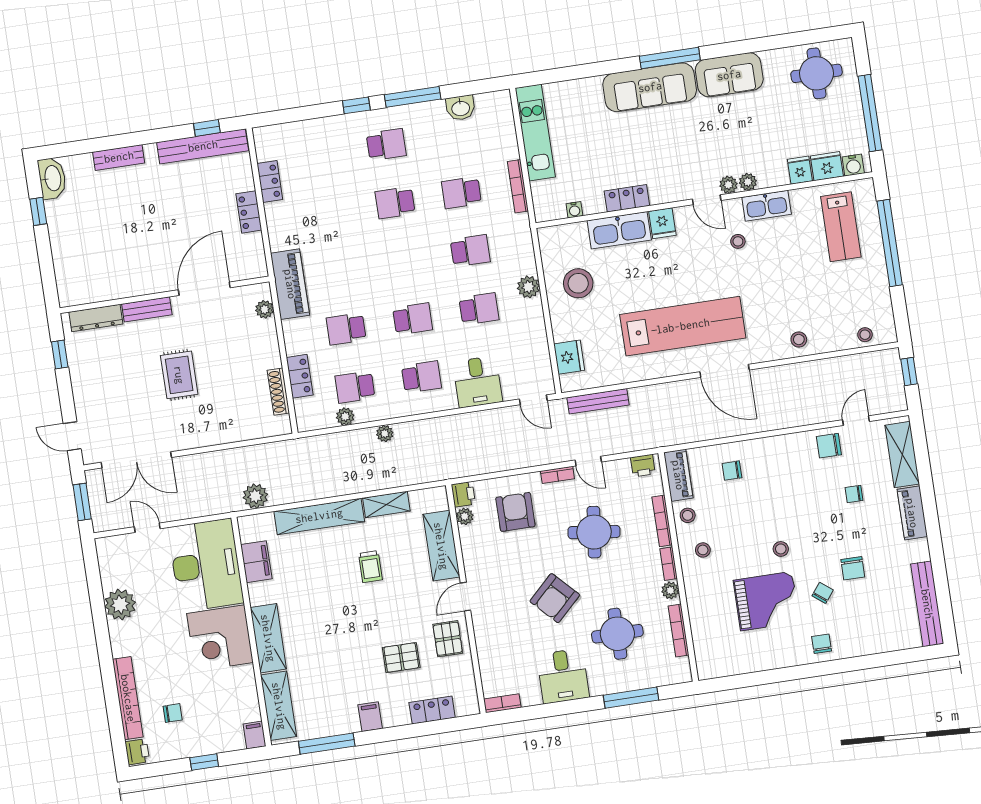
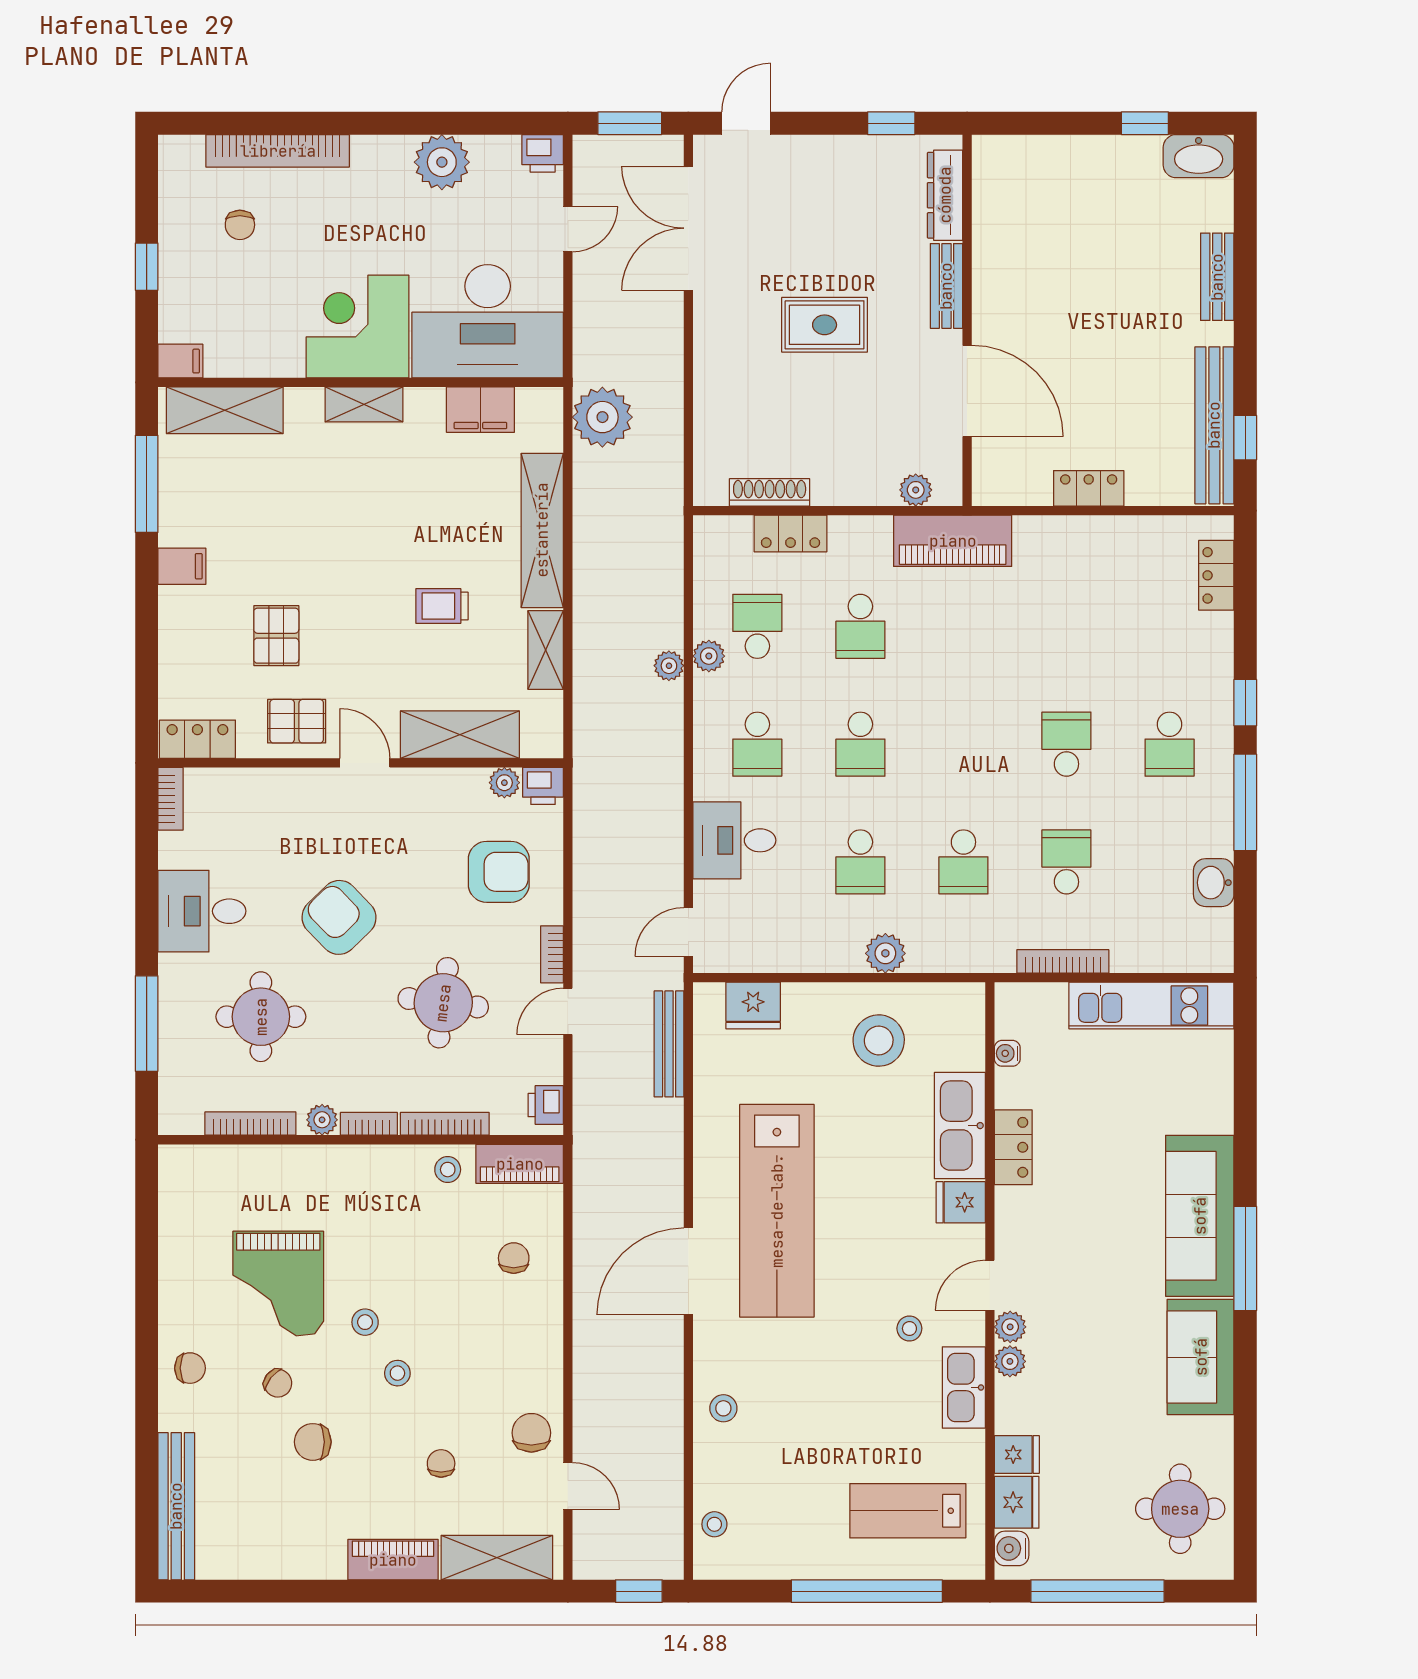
locker: (270, 181) -> (1216, 575), moved, turned 90
school desk: (346, 329) -> (860, 626), turned 180
plant: (345, 417) -> (709, 656), moved
plant: (255, 496) -> (602, 417), width x1.36, depth x1.36
stool: (703, 550) -> (397, 1373), moved
bench: (927, 604) -> (176, 1506), moved, turned 90
shelving: (268, 638) -> (364, 404), width x0.67, depth x0.75
locker: (432, 710) -> (197, 739), moved, turned -90
printer: (137, 752) -> (543, 153), moved

